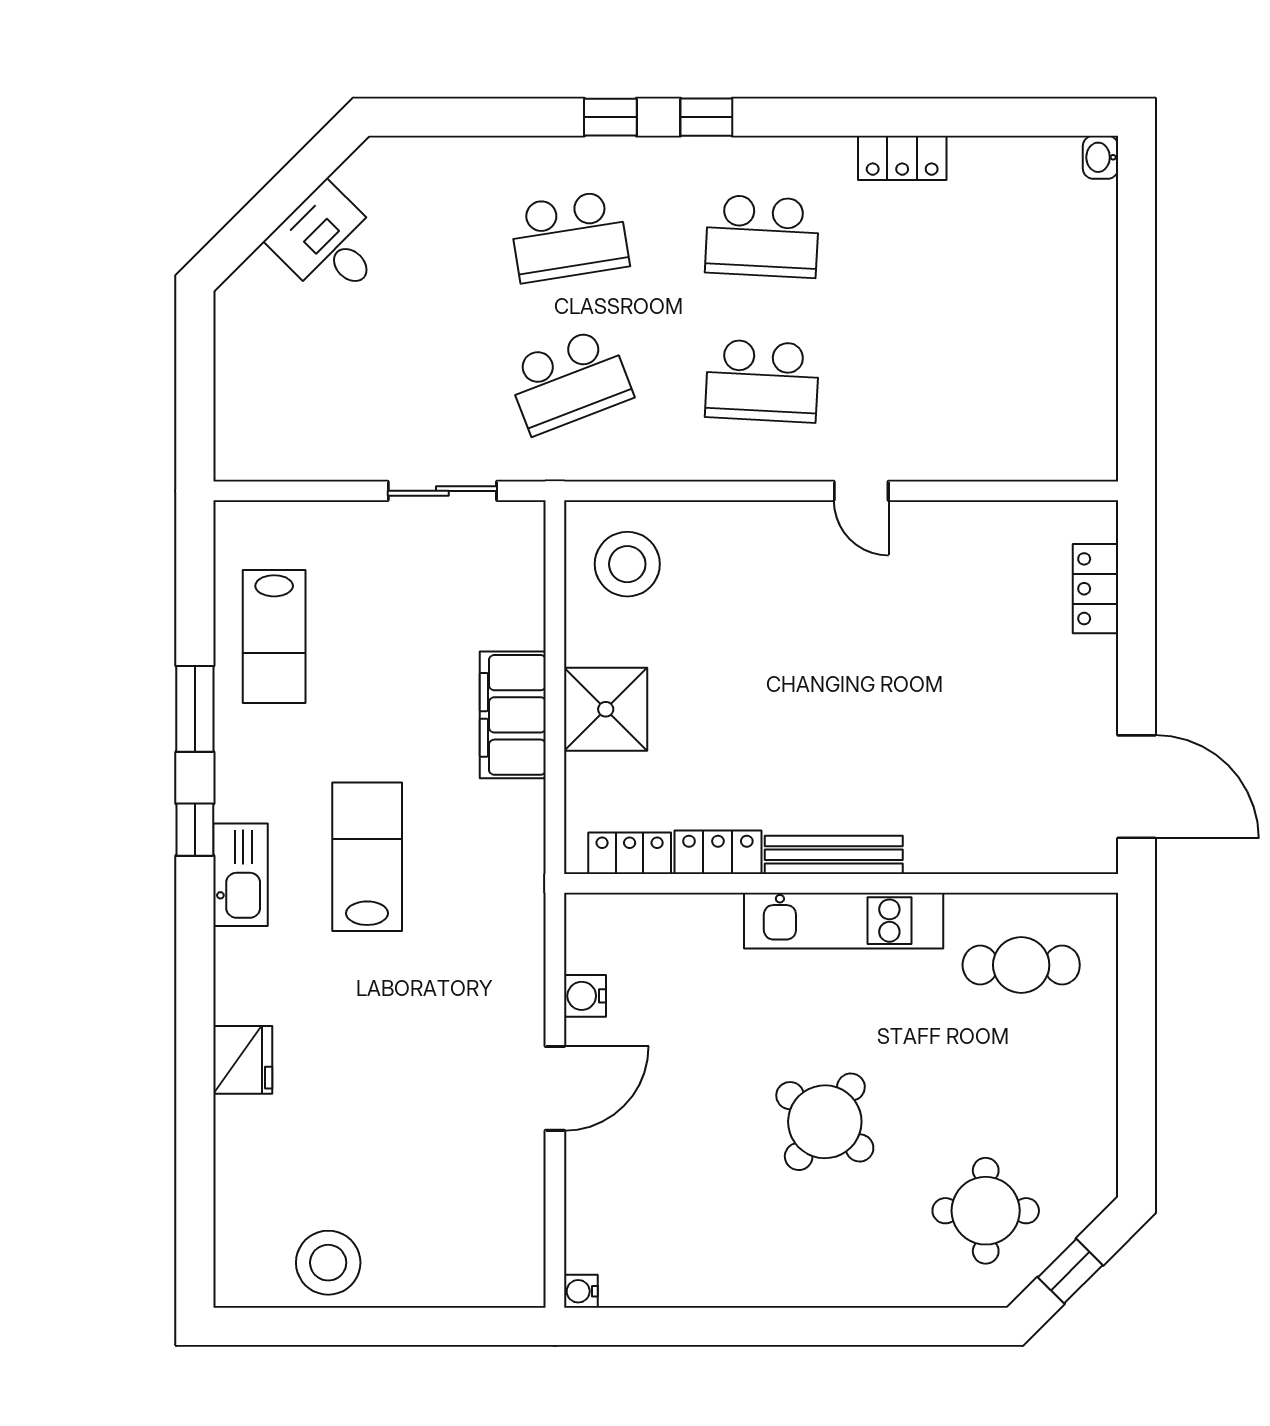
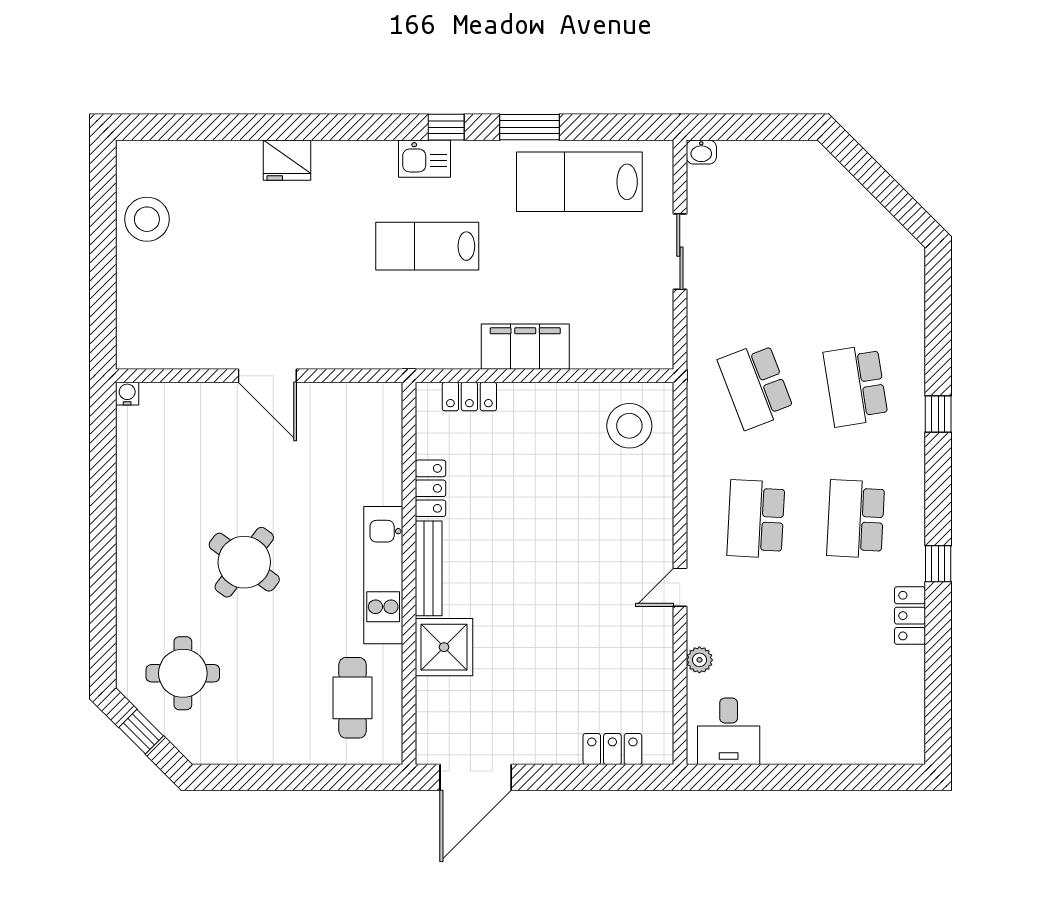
window: (706, 117) -> (938, 564), moved
washbasin: (1100, 157) -> (701, 152), moved, turned 180
desk: (329, 244) -> (729, 731), moved, turned 135
plant: (966, 463) -> (699, 660), added
sliding door: (442, 491) -> (680, 252), moved
lab bench: (274, 637) -> (579, 182), width x1.36, depth x1.39
shower: (606, 709) -> (444, 647), moved
locker: (630, 853) -> (469, 397), moved, turned 90
lab bench: (367, 857) -> (427, 246), turned 180
kitchen sink: (240, 875) -> (425, 159), width x0.73
water cooler: (585, 996) -> (331, 397), removed

